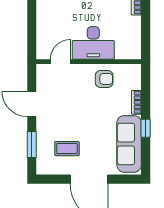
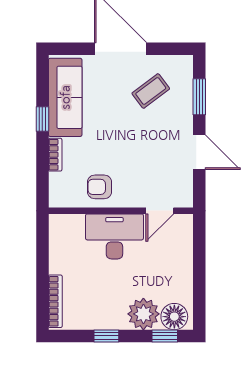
coffee table: (67, 149) -> (151, 91), turned -37

